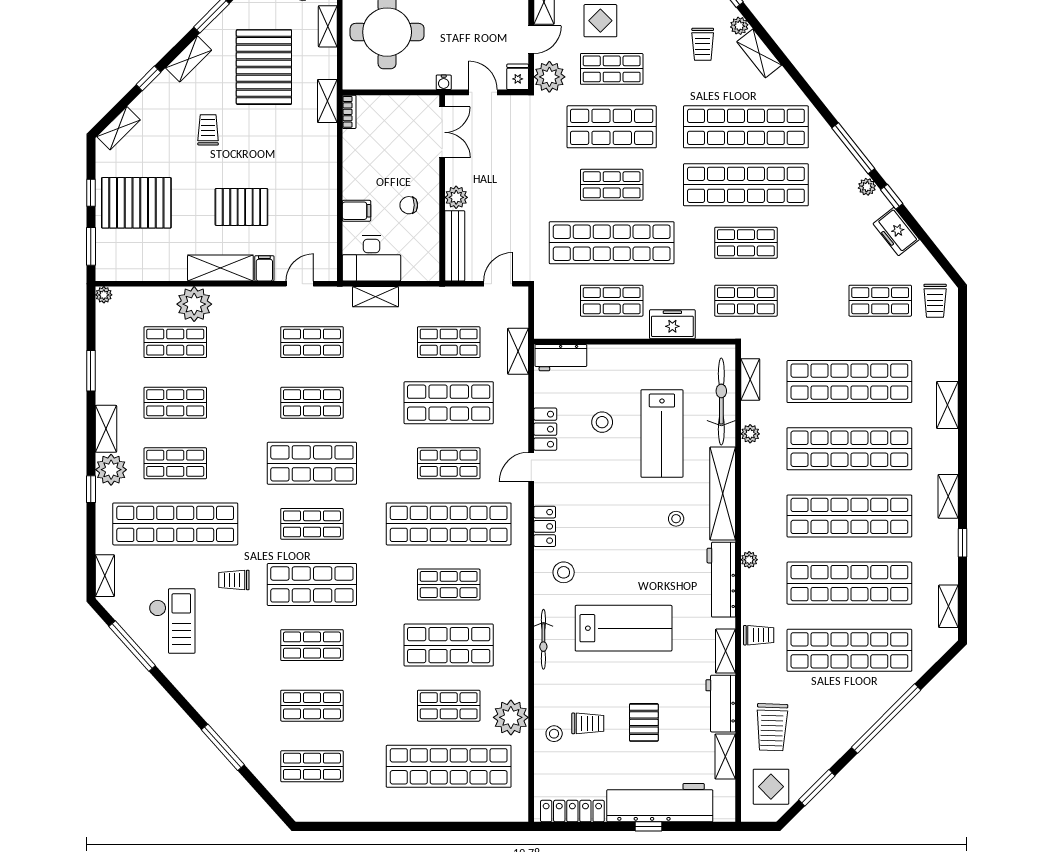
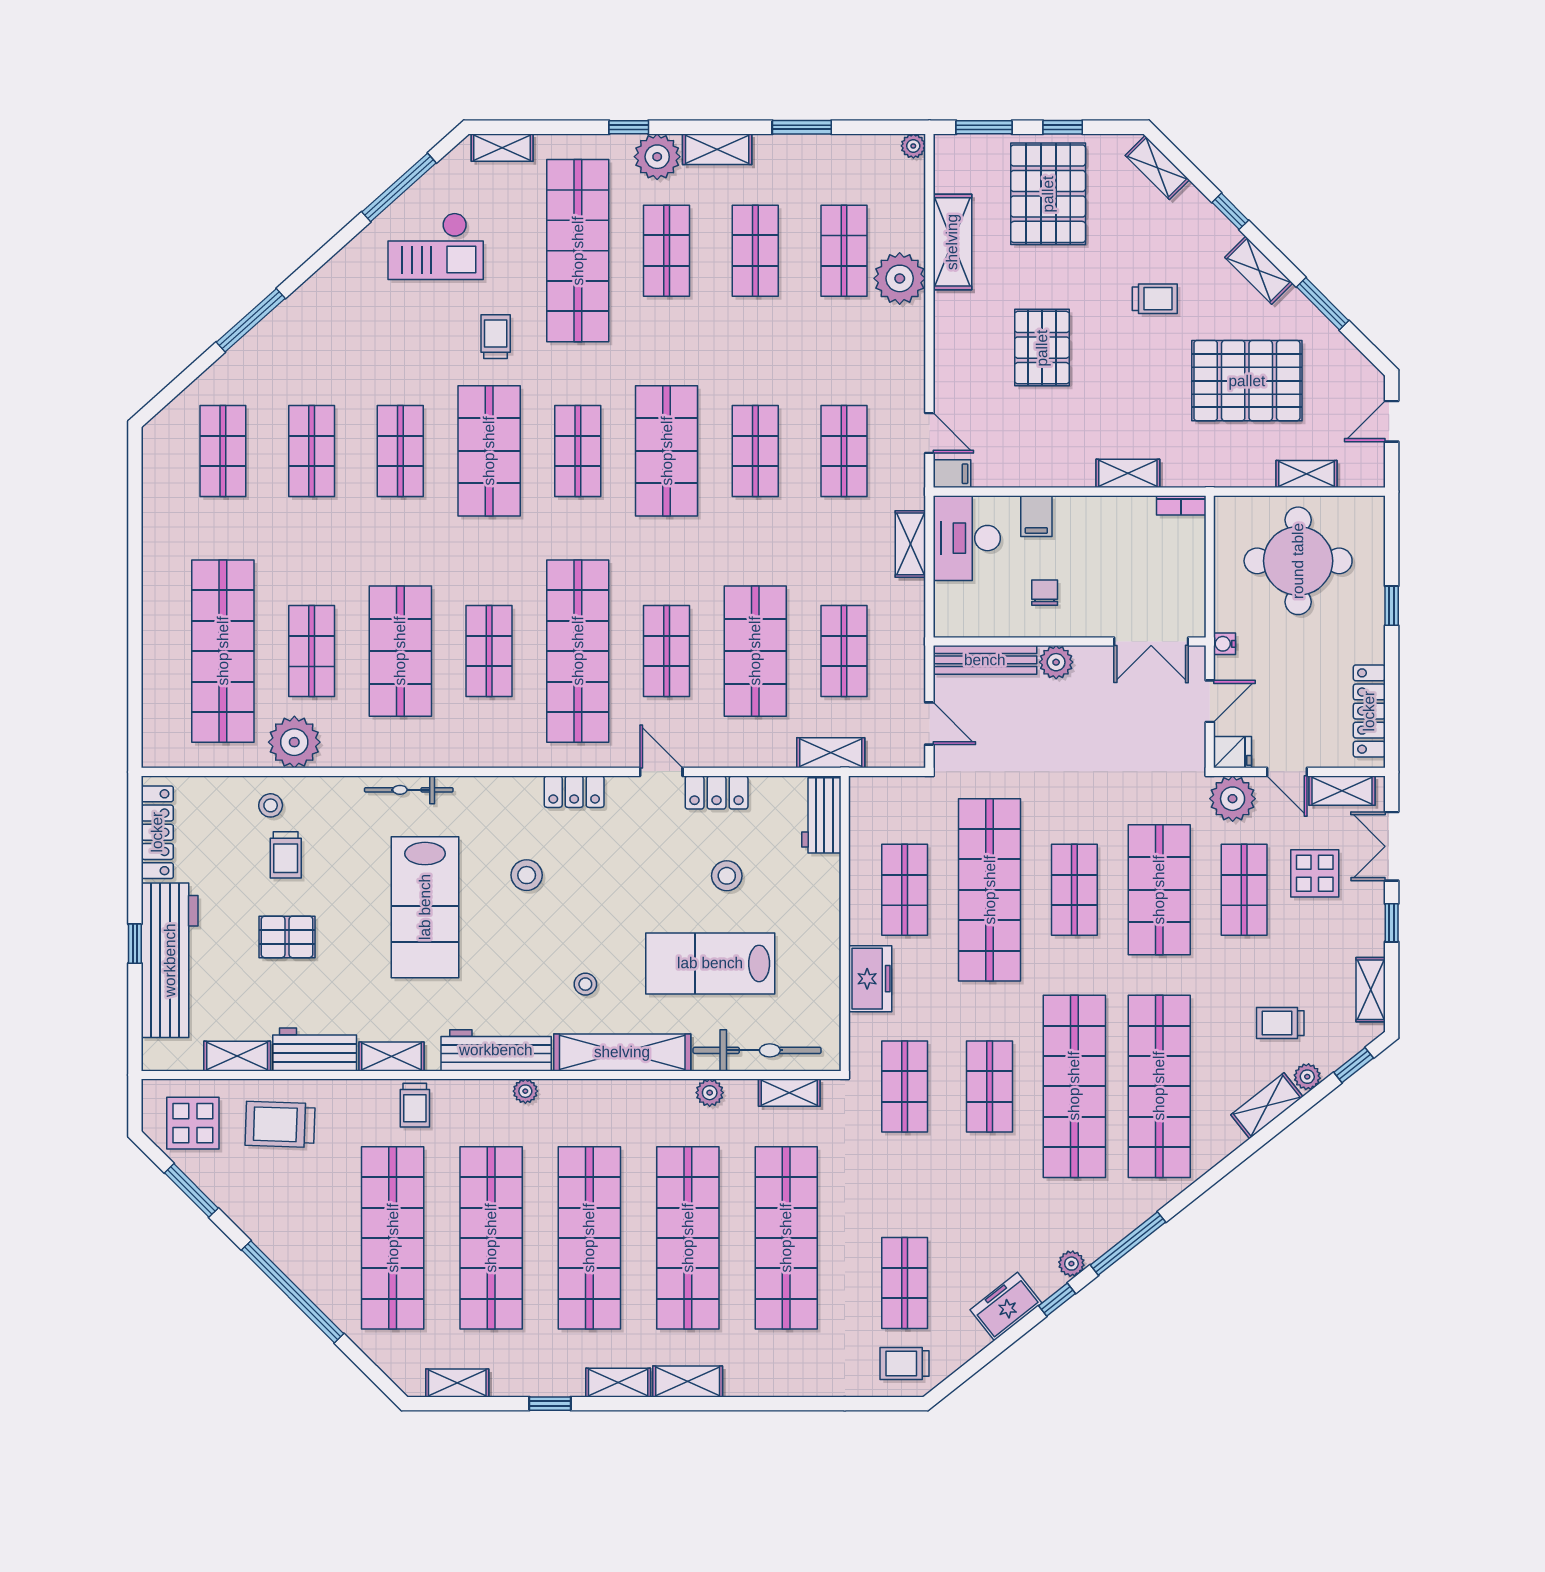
shelving: (327, 101) -> (1128, 473), moved
shelving: (220, 268) -> (952, 242), moved
filing cabinet: (264, 268) -> (952, 474), moved
shelving: (947, 405) -> (688, 1381), moved
stool: (564, 572) -> (527, 875), moved

